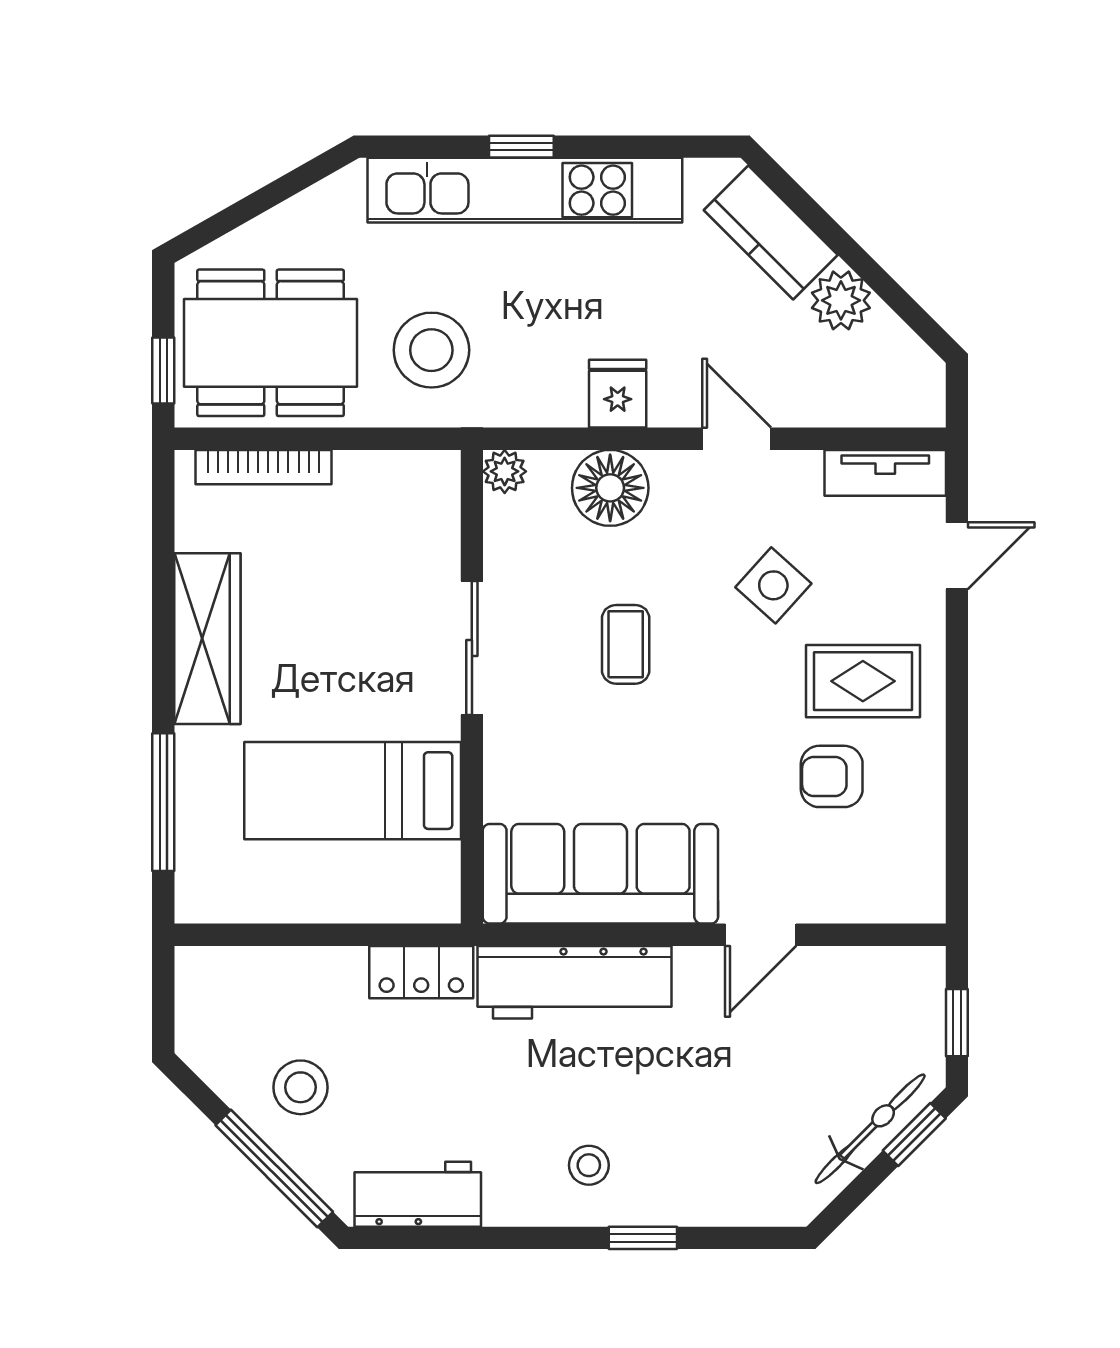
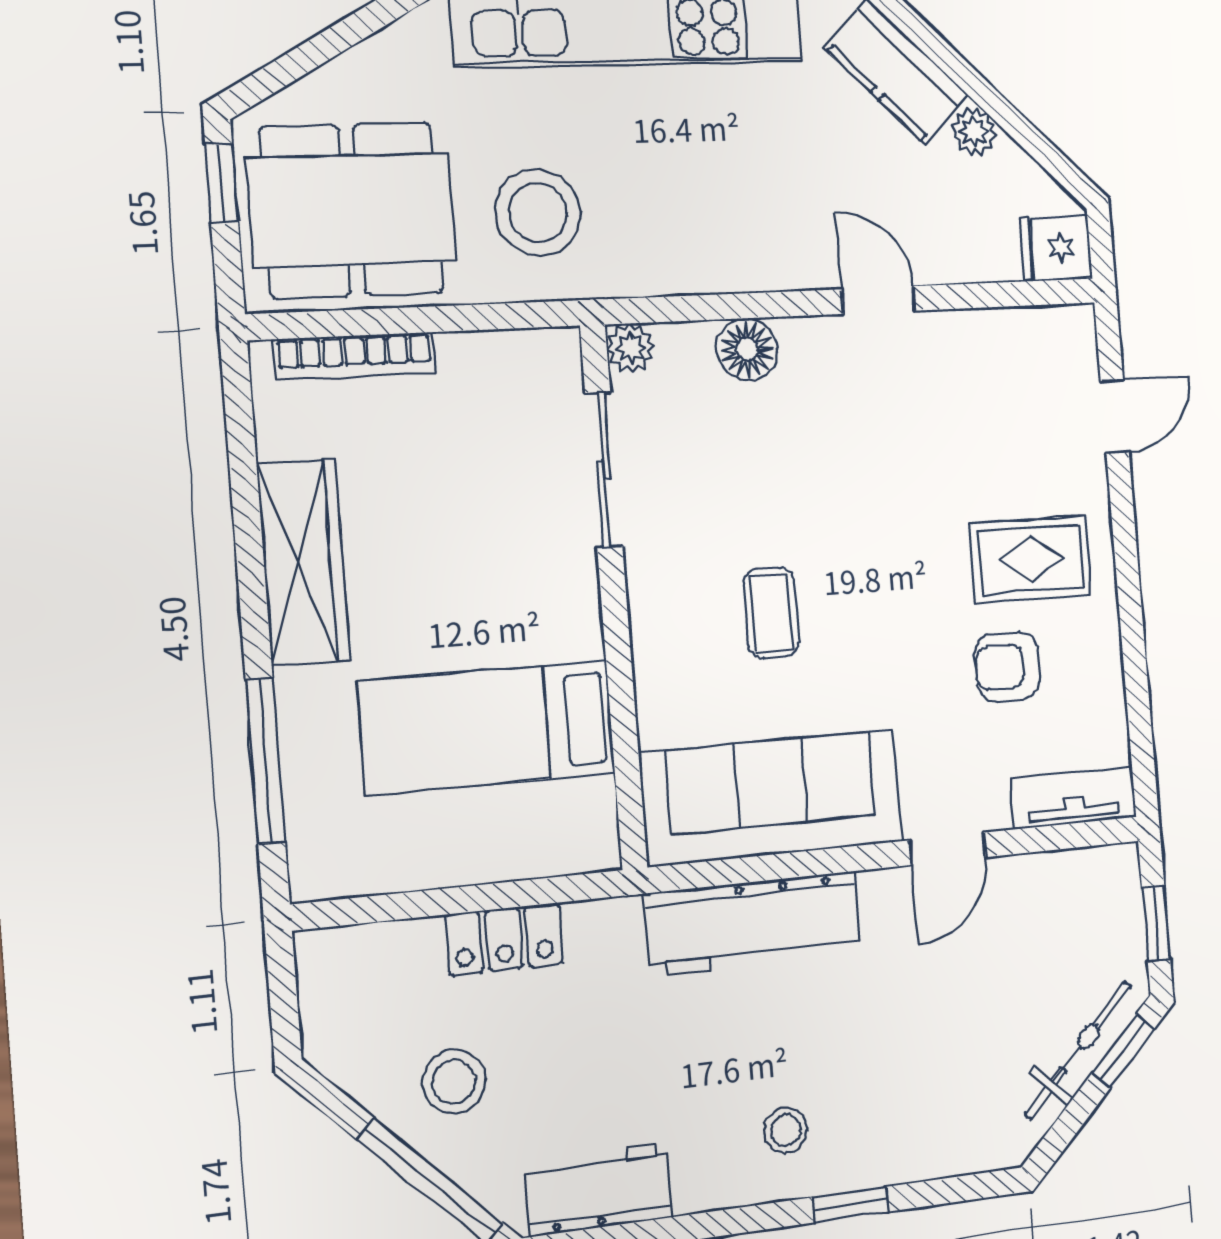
plant: (841, 300) -> (974, 131), width x0.73, depth x0.73
window: (163, 371) -> (222, 183), moved
fridge: (618, 394) -> (1056, 248), moved, turned -90
tv unit: (885, 473) -> (1073, 798), moved, turned 180
floor lamp: (610, 488) -> (747, 349), width x0.73, depth x0.73
side table: (773, 585) -> (930, 460), removed
coffee table: (626, 644) -> (771, 613), moved
sliding door: (472, 648) -> (604, 470), moved
locker: (421, 972) -> (504, 939), moved

